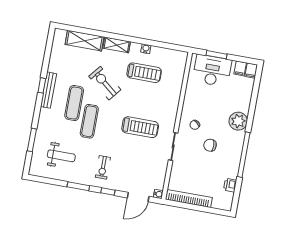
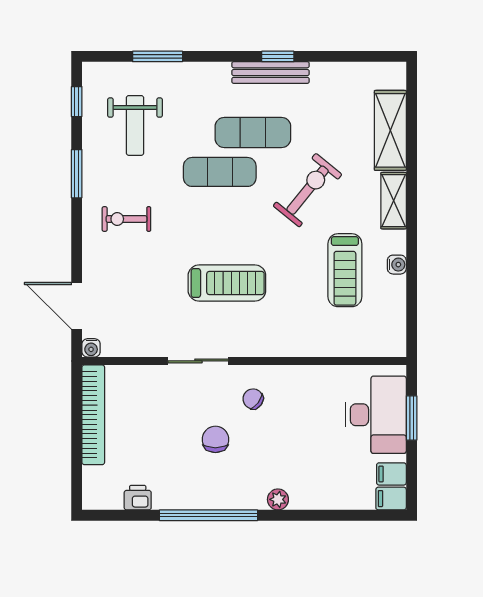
plant: (238, 121) -> (278, 499), width x0.53, depth x0.53
treadmill: (140, 127) -> (227, 283), turned -90
window: (108, 192) -> (77, 102), moved

